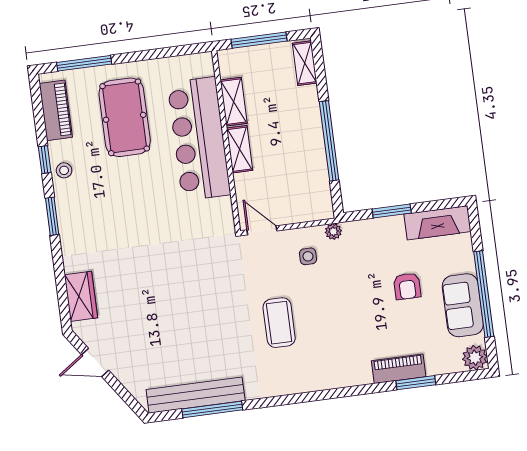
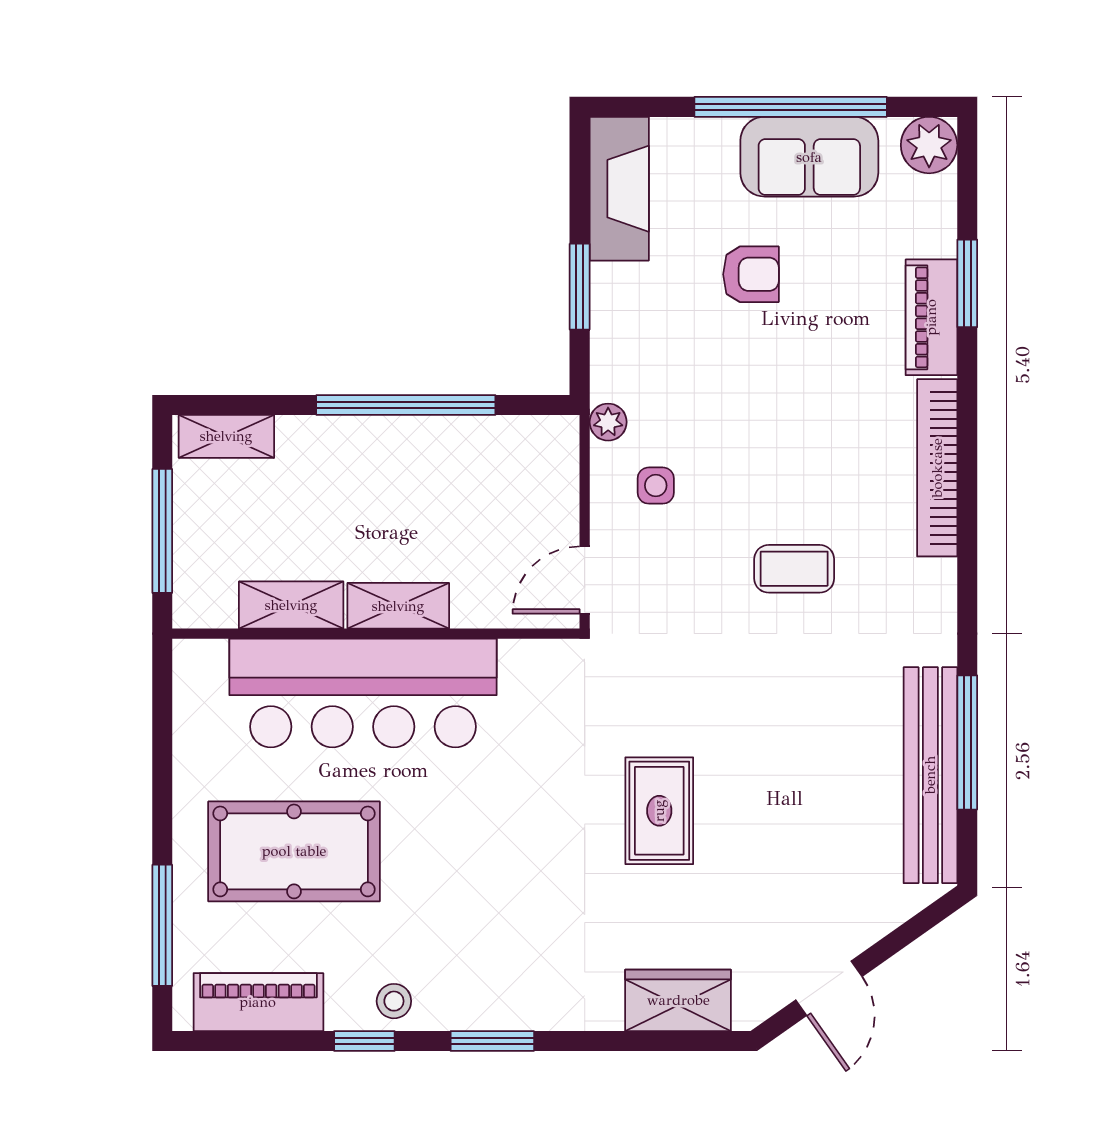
rug: (164, 277) -> (659, 811), added
coffee table: (279, 323) -> (794, 569), width x0.73, depth x0.77
bookcase: (332, 380) -> (937, 468), added

